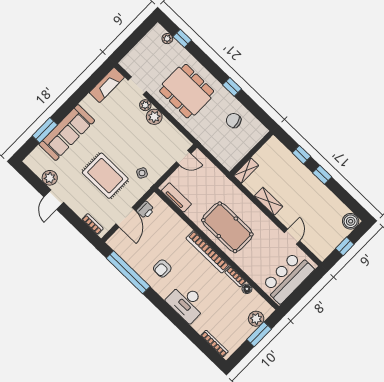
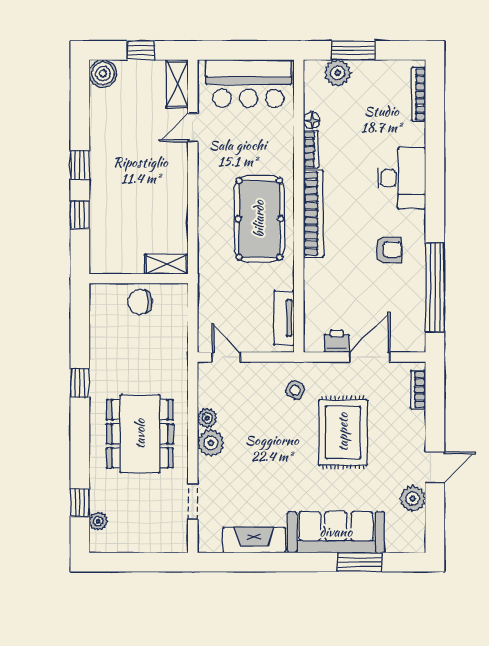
fireplace: (107, 85) -> (254, 540), moved
plant: (145, 105) -> (207, 418), moved
chair: (234, 120) -> (140, 302), moved, turned 100
shelving: (269, 201) -> (177, 84), moved

